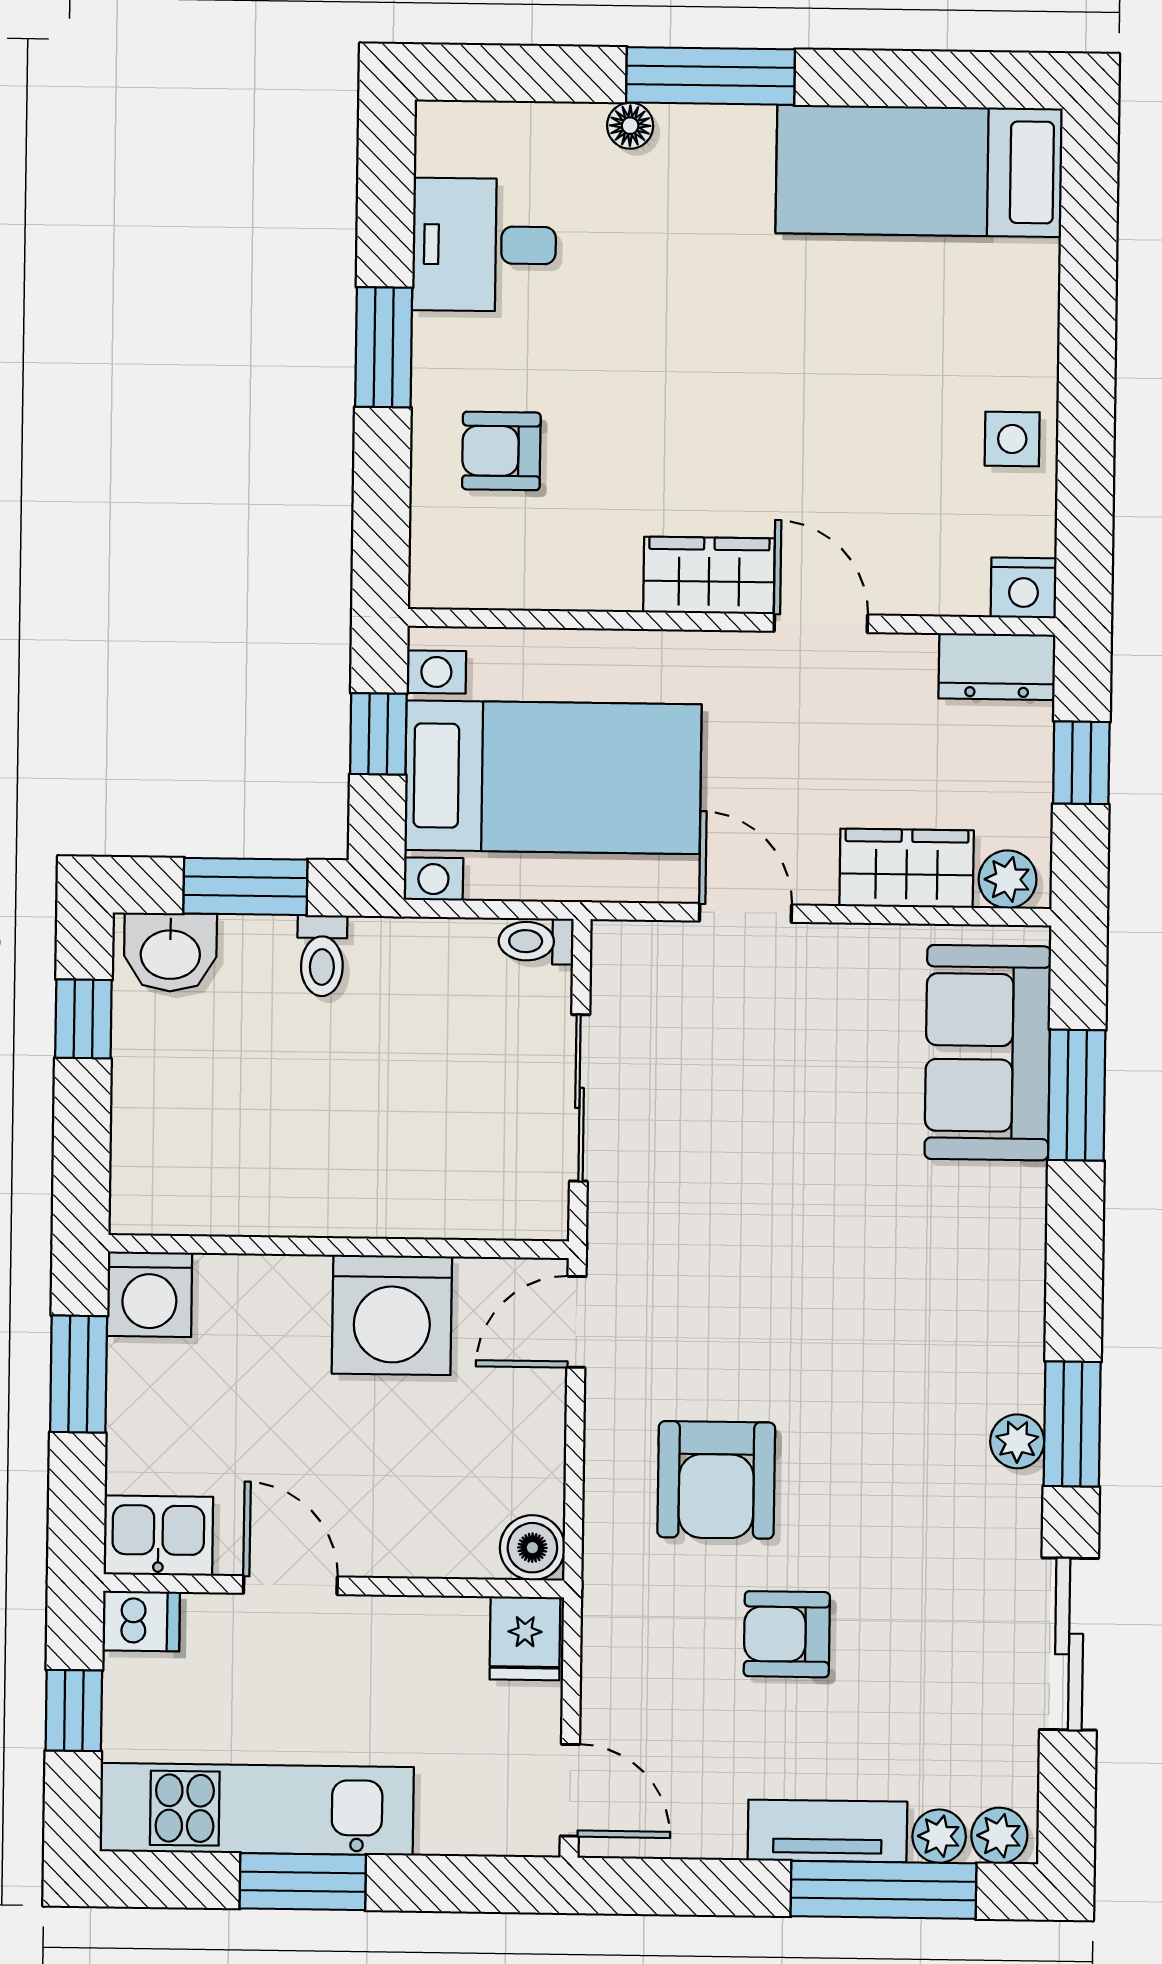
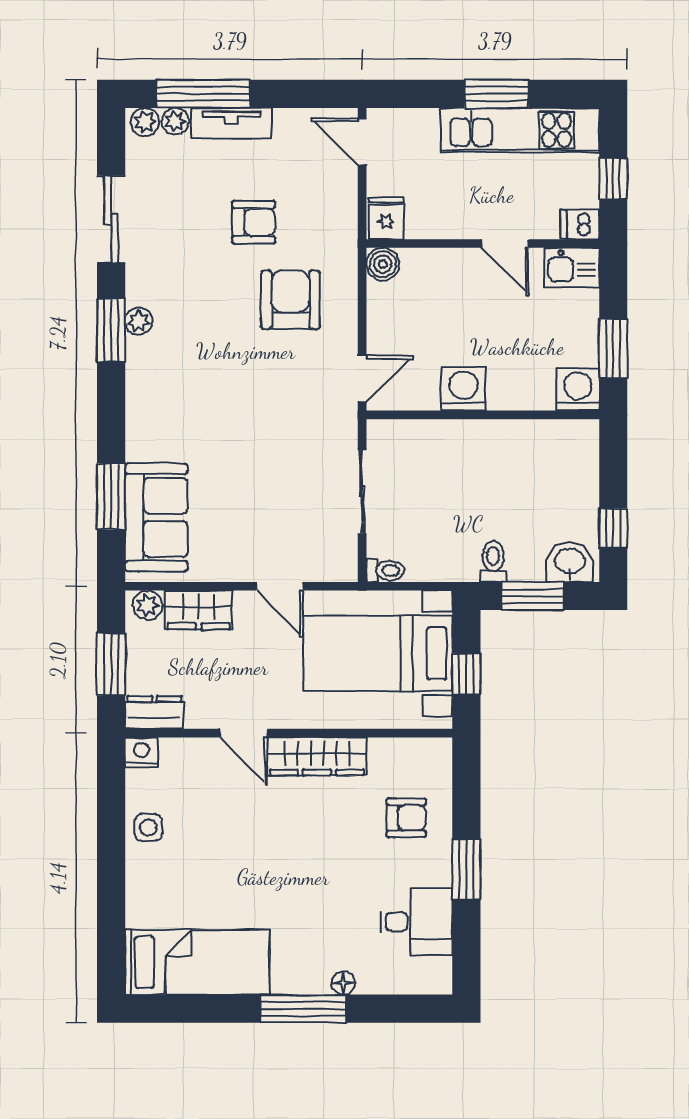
wardrobe: (709, 575) -> (317, 756), width x1.50
window: (1081, 763) -> (111, 664), width x1.50
washing machine: (392, 1315) -> (464, 389), width x0.73, depth x0.73

